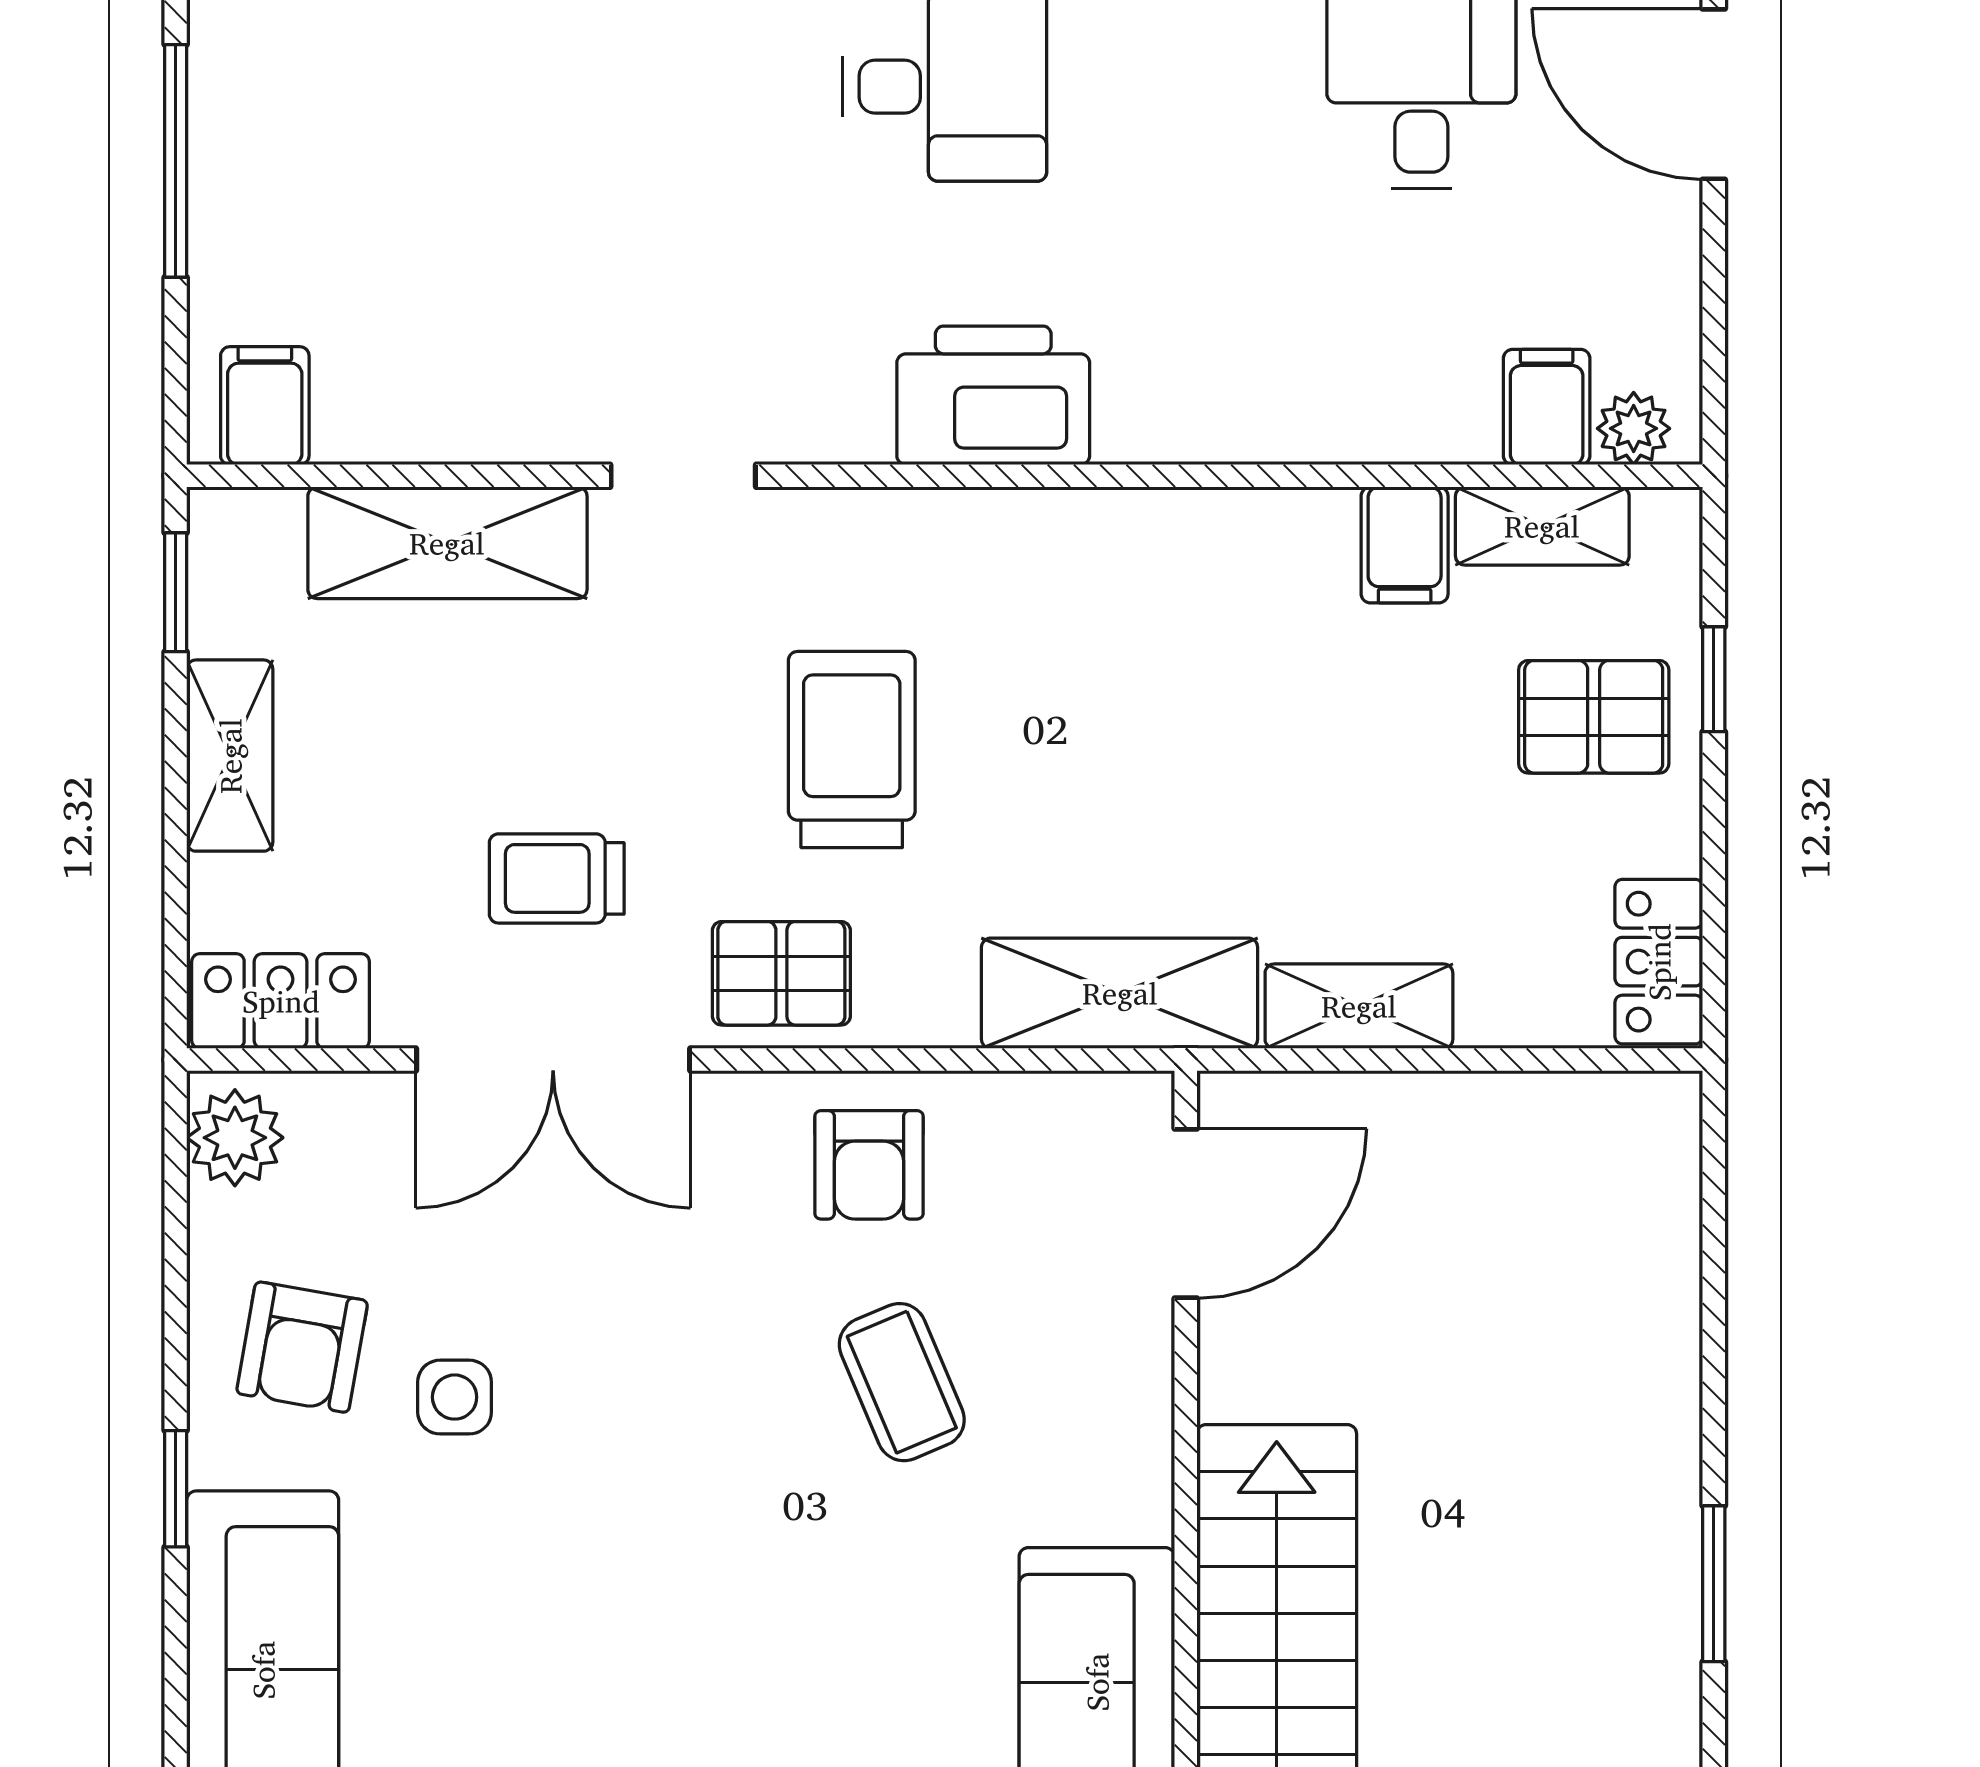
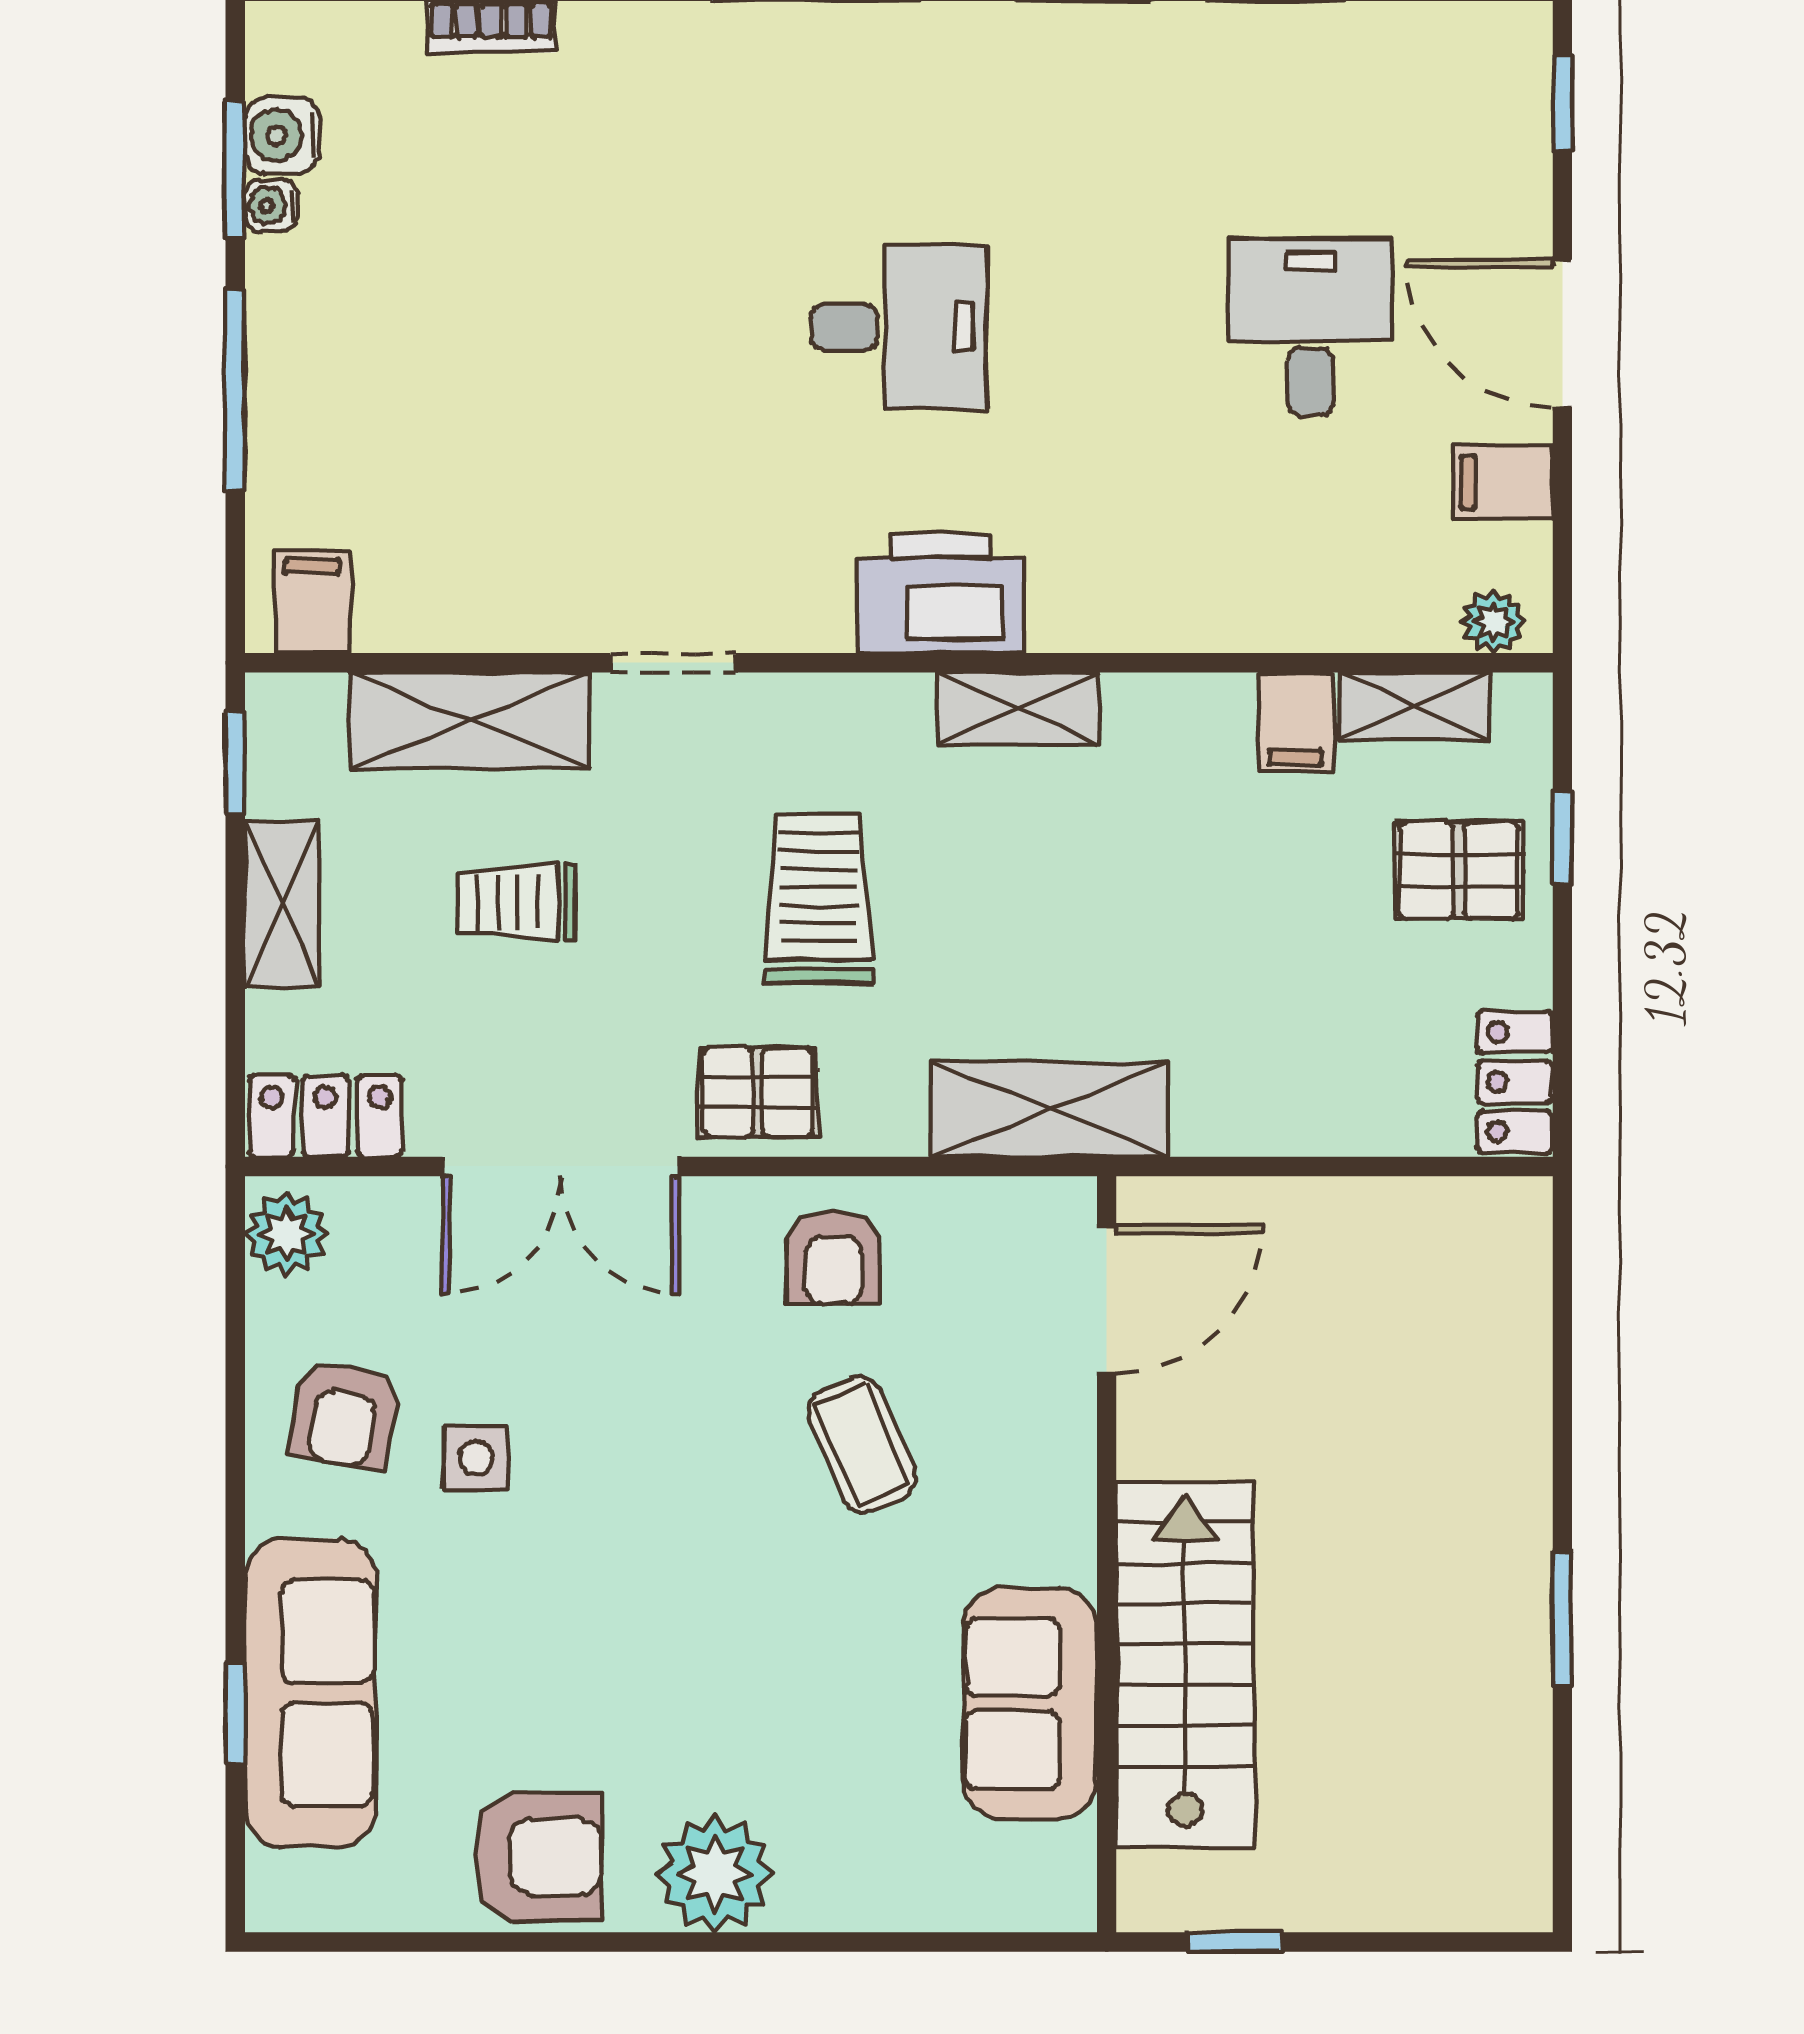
filing cabinet: (1547, 407) -> (1503, 482), moved, turned -90
trolley: (557, 878) -> (516, 902), moved
shelving: (1359, 1006) -> (1018, 709), moved
window: (176, 1489) -> (235, 1713), moved

